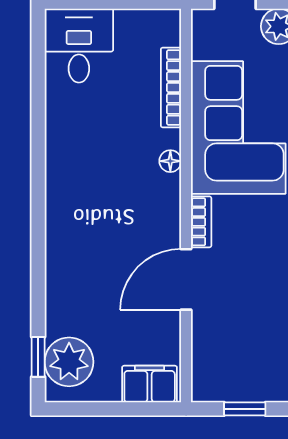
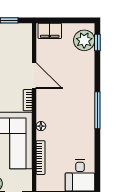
window: (38, 198) -> (97, 110), added
door: (186, 279) -> (34, 76), hinge flipped

